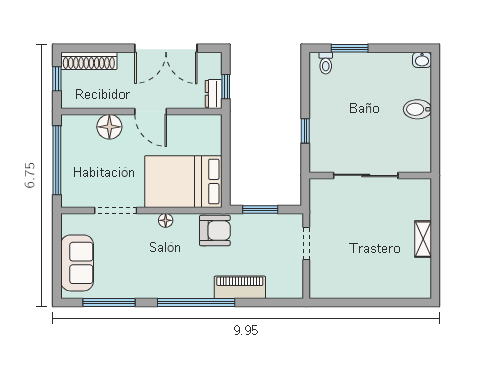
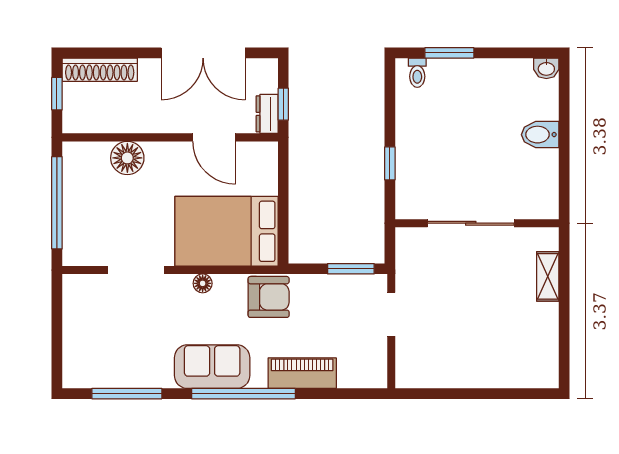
door: (151, 111) -> (214, 137), moved
window: (260, 209) -> (351, 269), moved
shelving: (423, 239) -> (548, 276), moved
sofa: (77, 263) -> (212, 367), moved, turned -90

